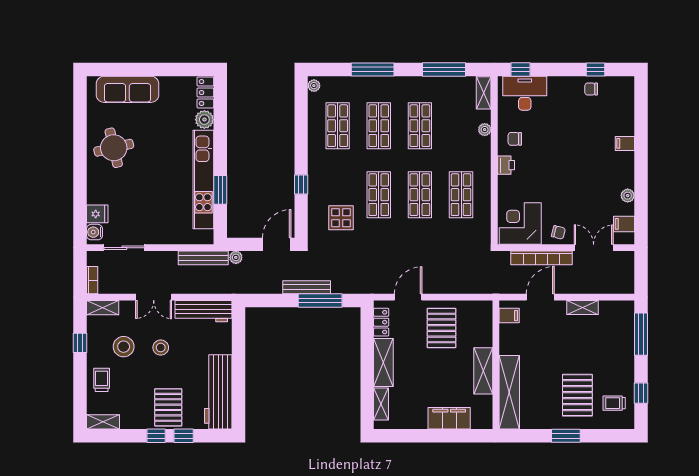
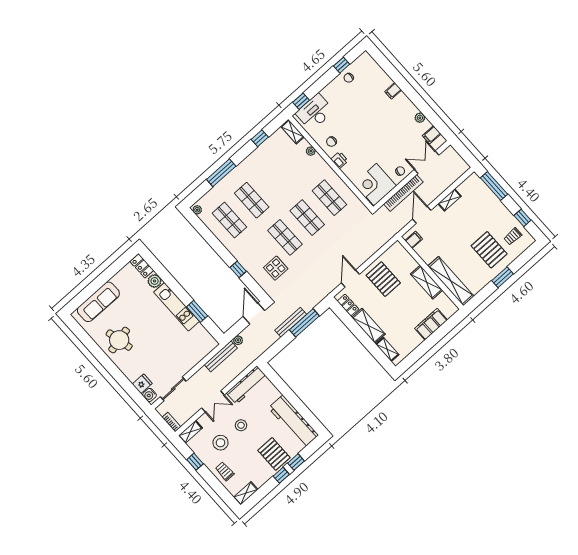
window: (444, 69) -> (260, 138), width x0.46
shop shelf: (420, 126) -> (274, 180), removed
kitchen unit: (203, 179) -> (177, 307), width x0.73

